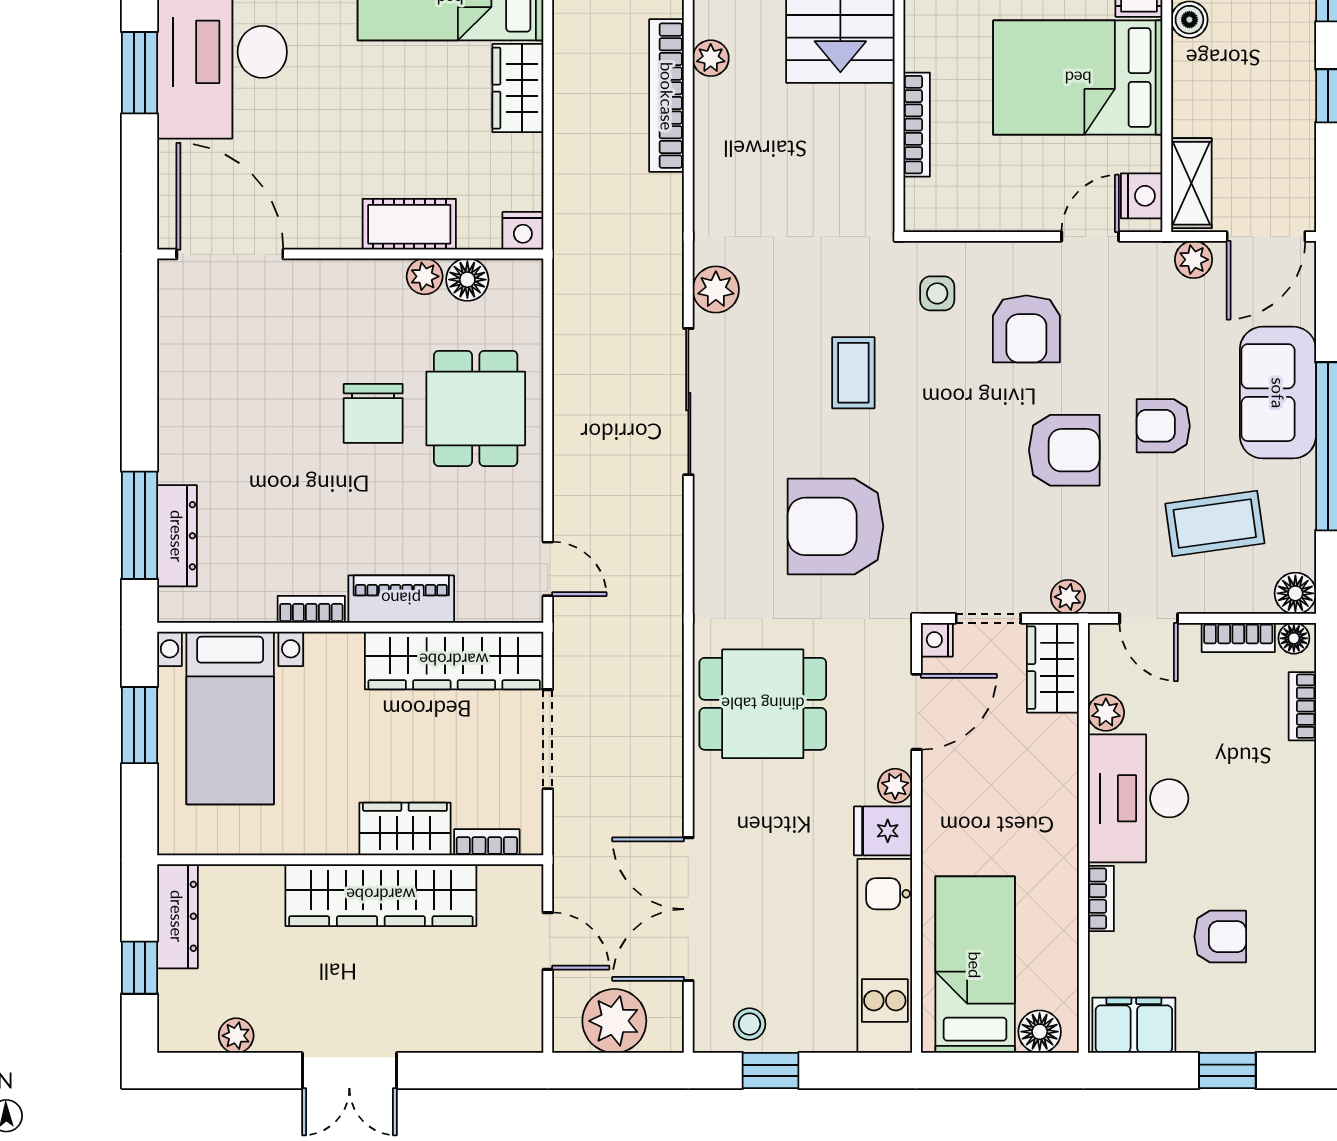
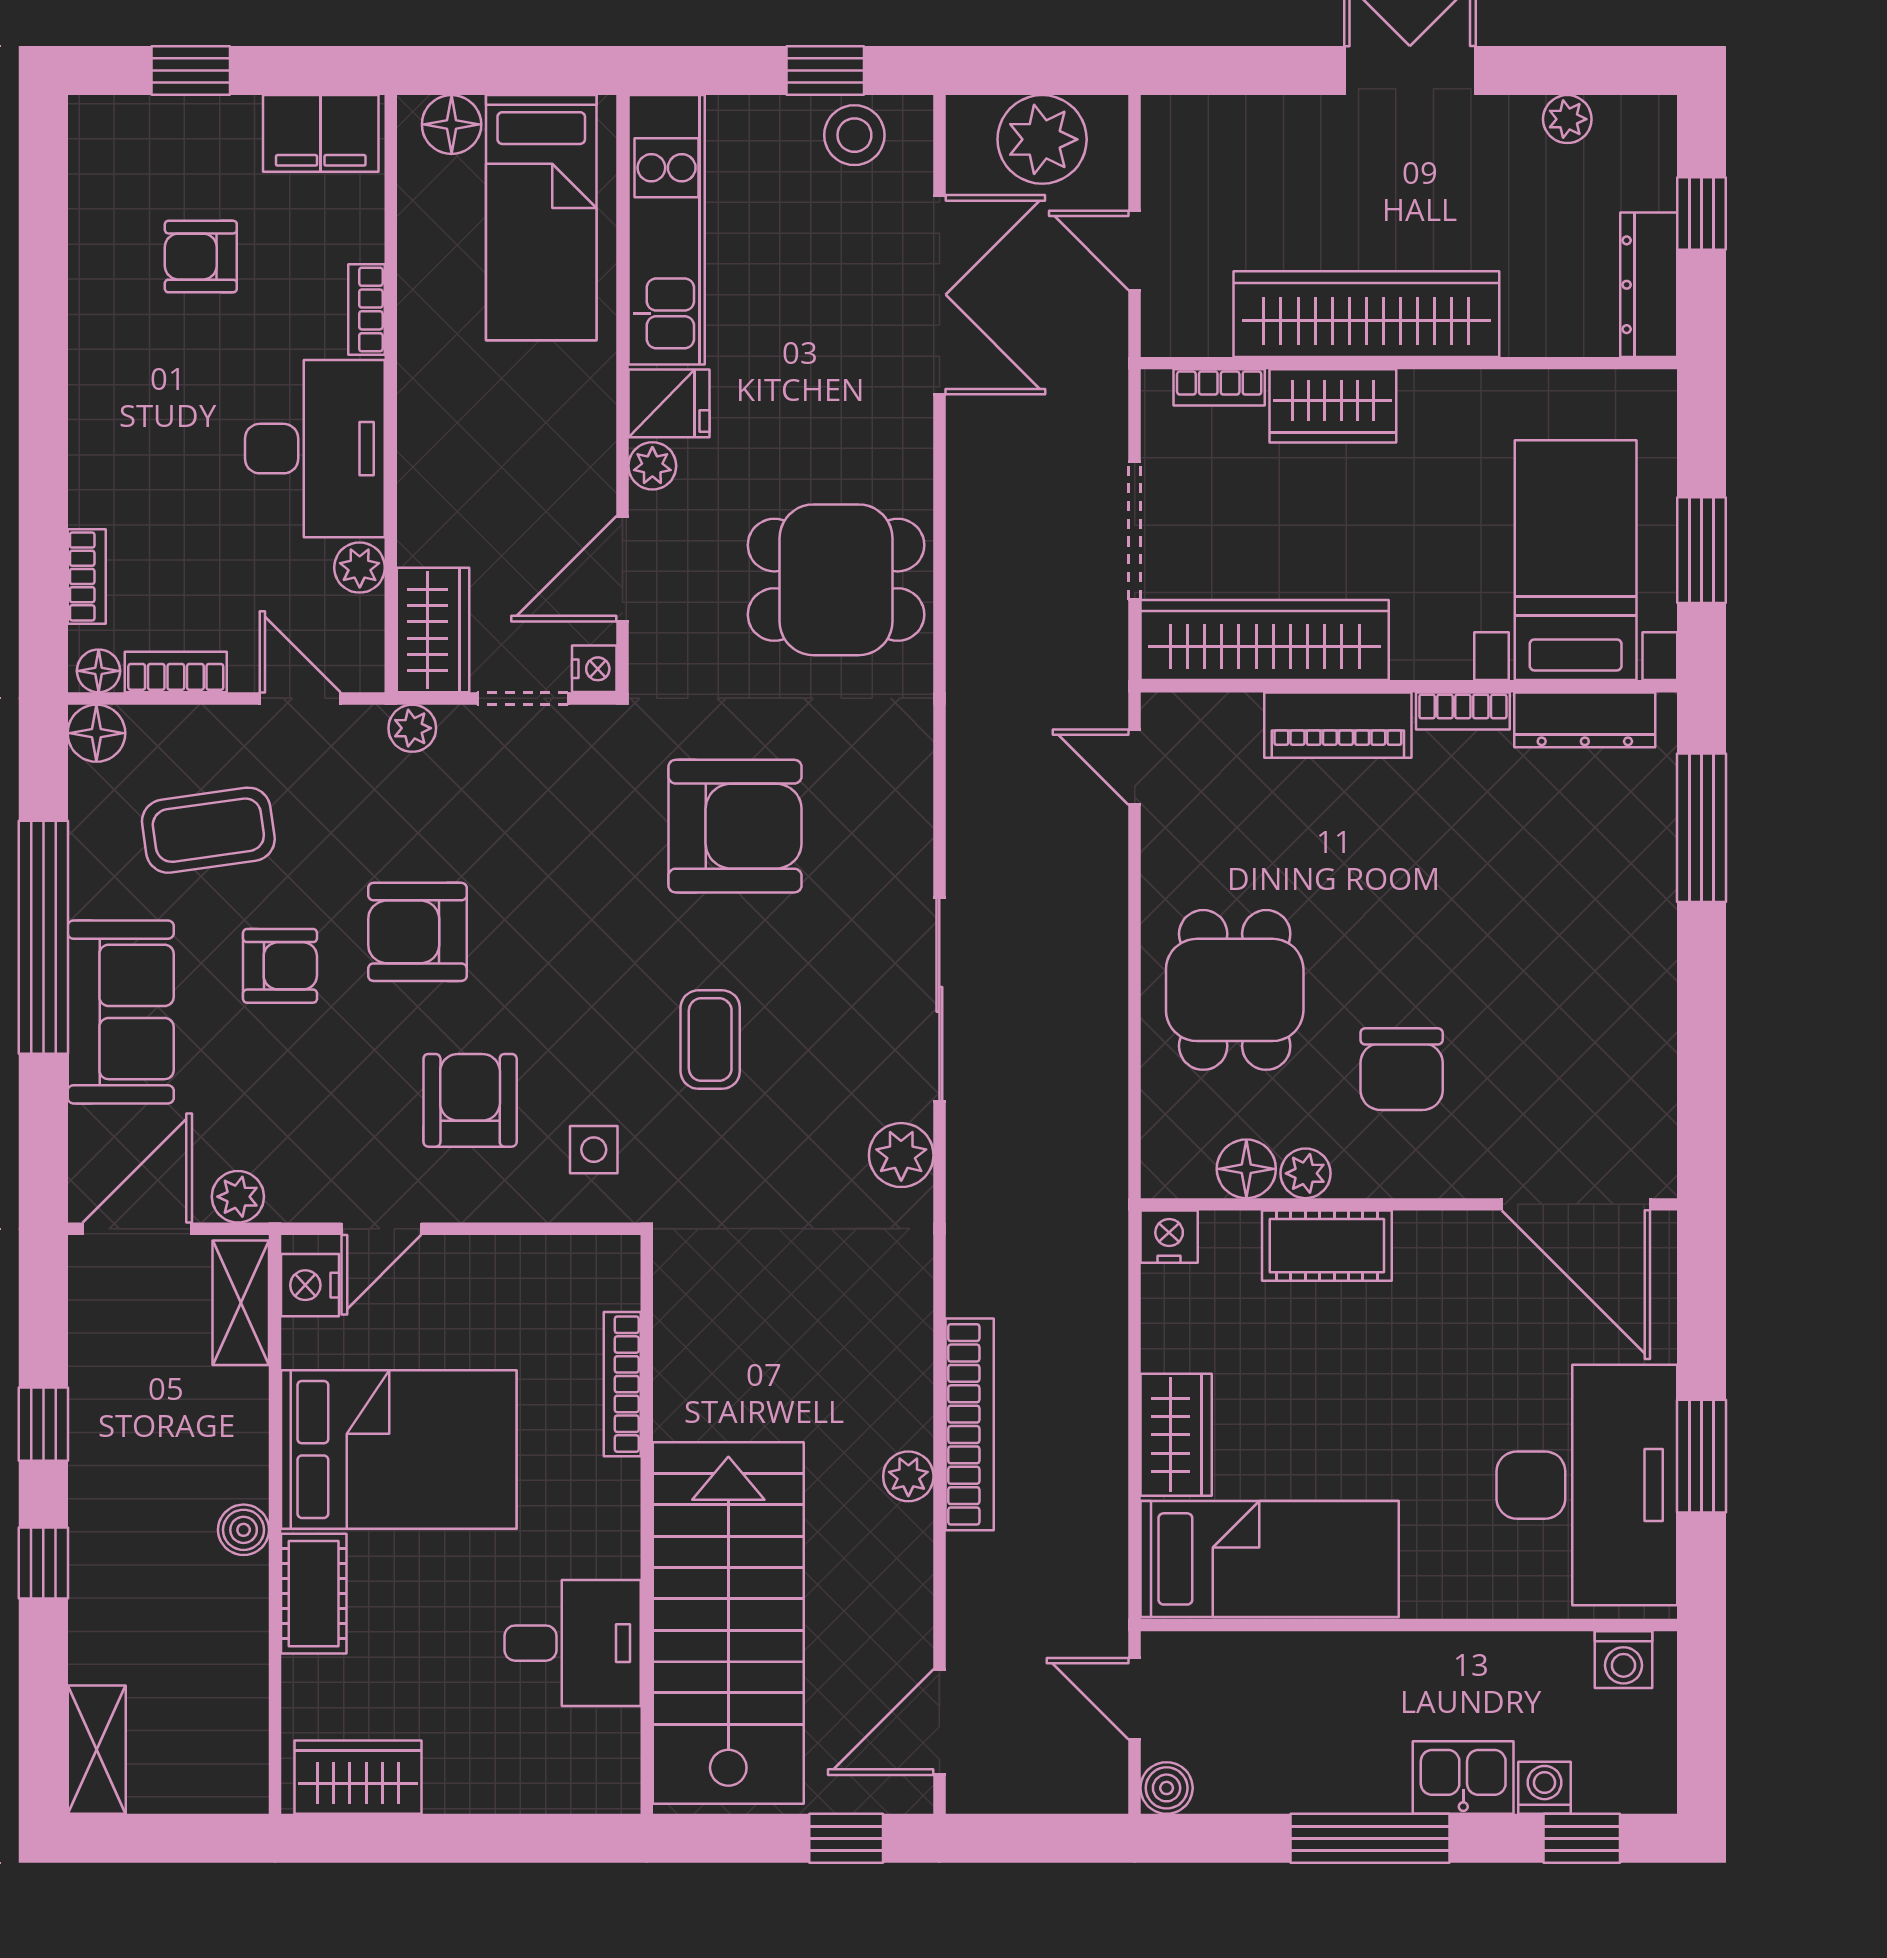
chair: (373, 413) -> (1402, 1069), moved, turned 180
dresser: (177, 536) -> (1585, 720), moved, turned -90
stool: (750, 1024) -> (854, 135), width x1.37, depth x1.37

